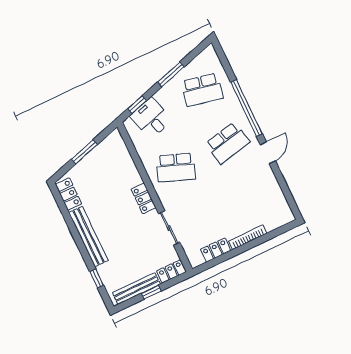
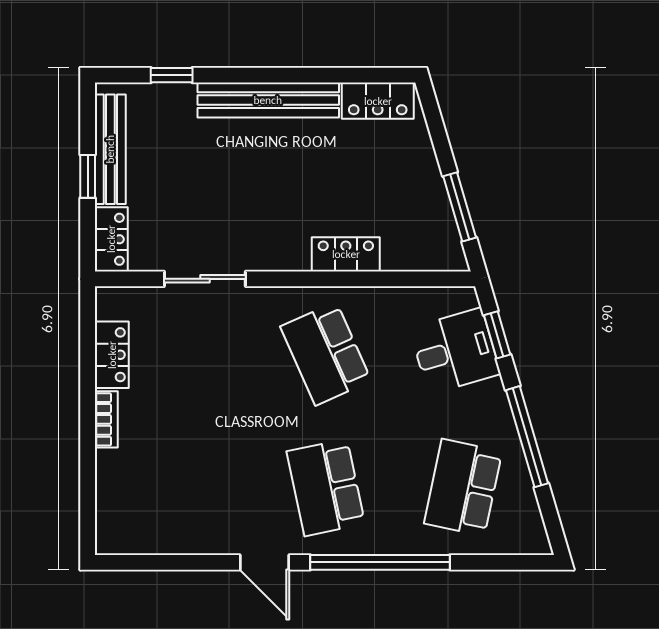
window: (171, 74) -> (527, 437), width x1.44
window: (84, 152) -> (460, 207), moved
school desk: (176, 167) -> (326, 354), turned -45
locker: (143, 198) -> (346, 254), moved
bookcase: (248, 237) -> (106, 419), width x0.64

